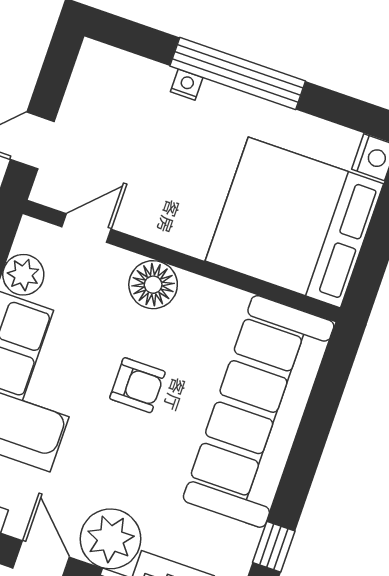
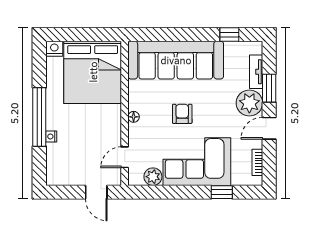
door: (86, 228) -> (125, 157), hinge flipped
floor lamp: (153, 285) -> (134, 117), width x0.53, depth x0.53

